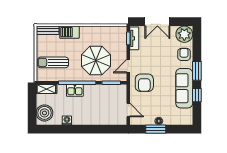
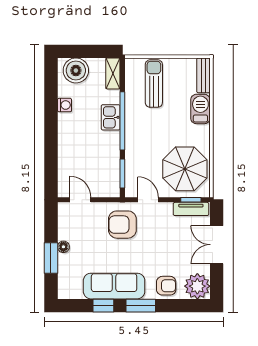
parasol: (96, 61) -> (185, 169), moved
door: (128, 110) -> (80, 200), swing flipped
window: (156, 129) -> (51, 258), moved

